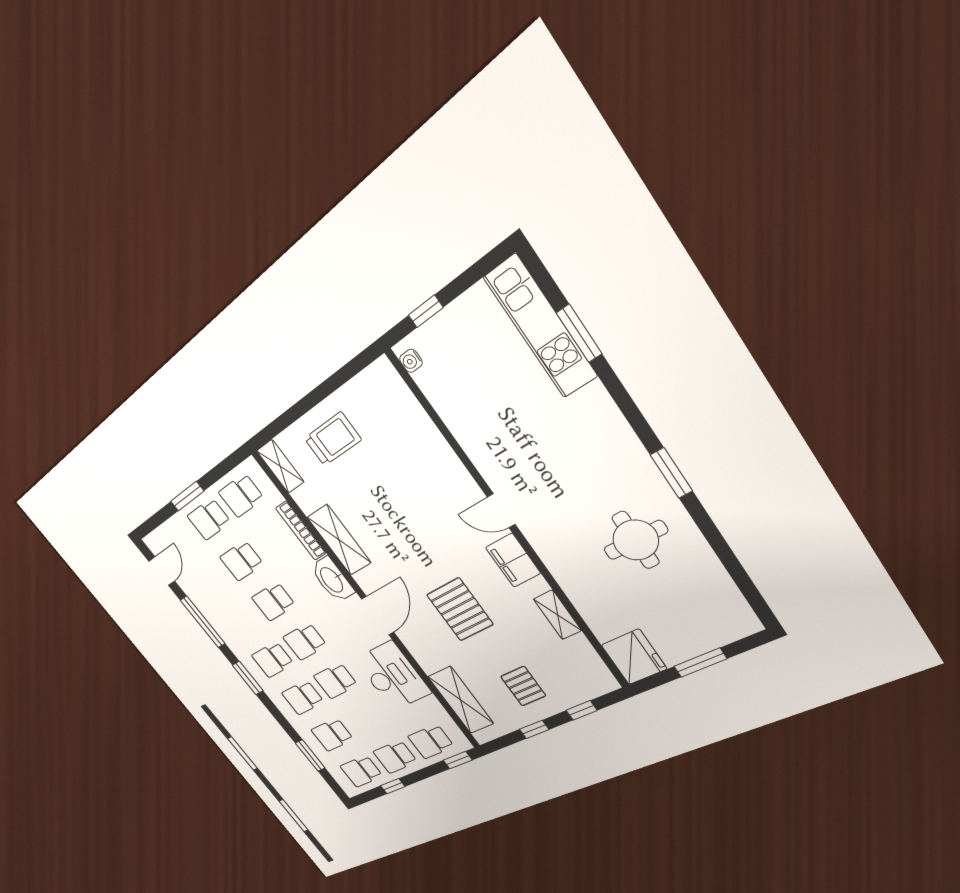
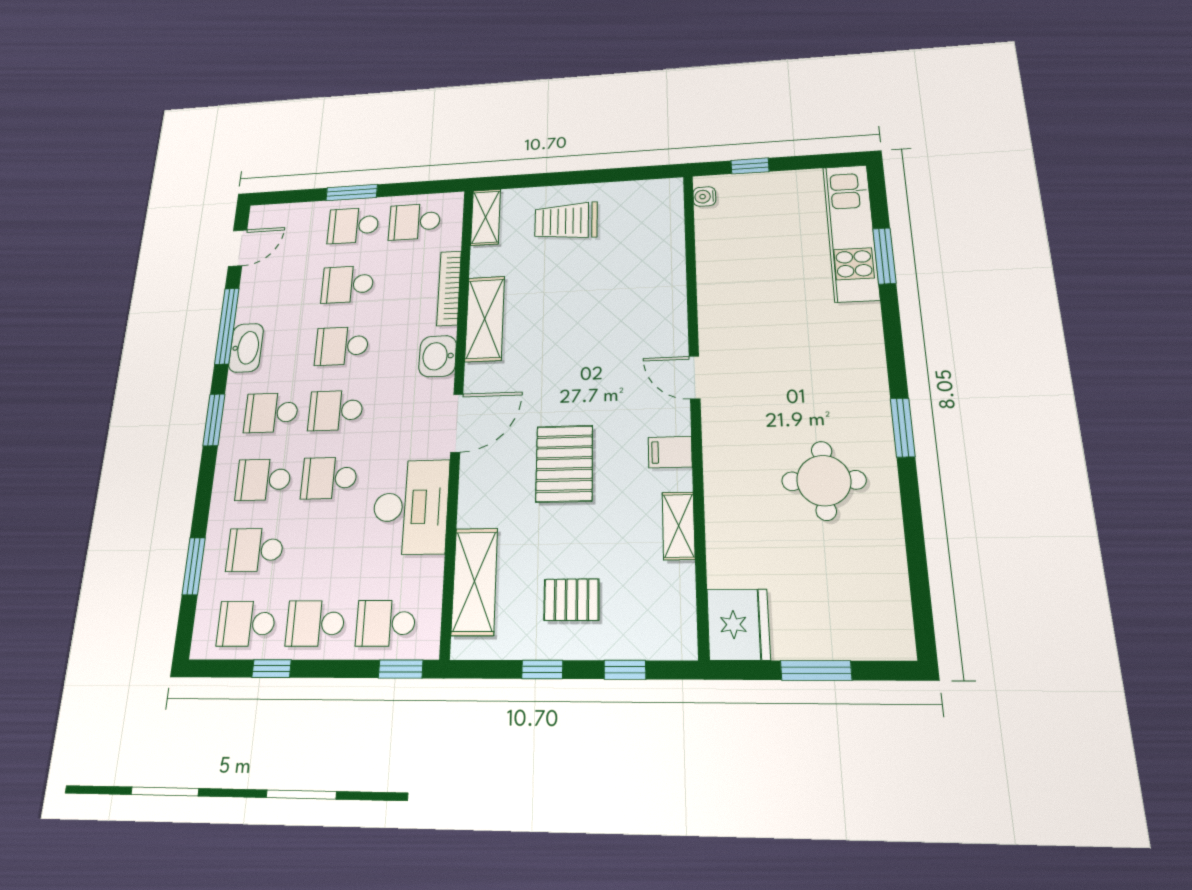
trolley: (333, 439) -> (566, 221), turned 180
filing cabinet: (513, 560) -> (670, 452), width x0.50
washbasin: (332, 580) -> (438, 356), width x0.72
washbasin: (225, 629) -> (246, 348), added
pallet: (523, 686) -> (571, 600), turned 90

